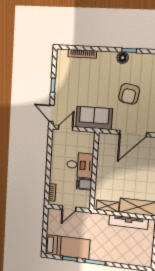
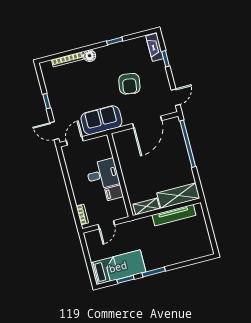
floor lamp: (123, 58) -> (90, 56), moved

